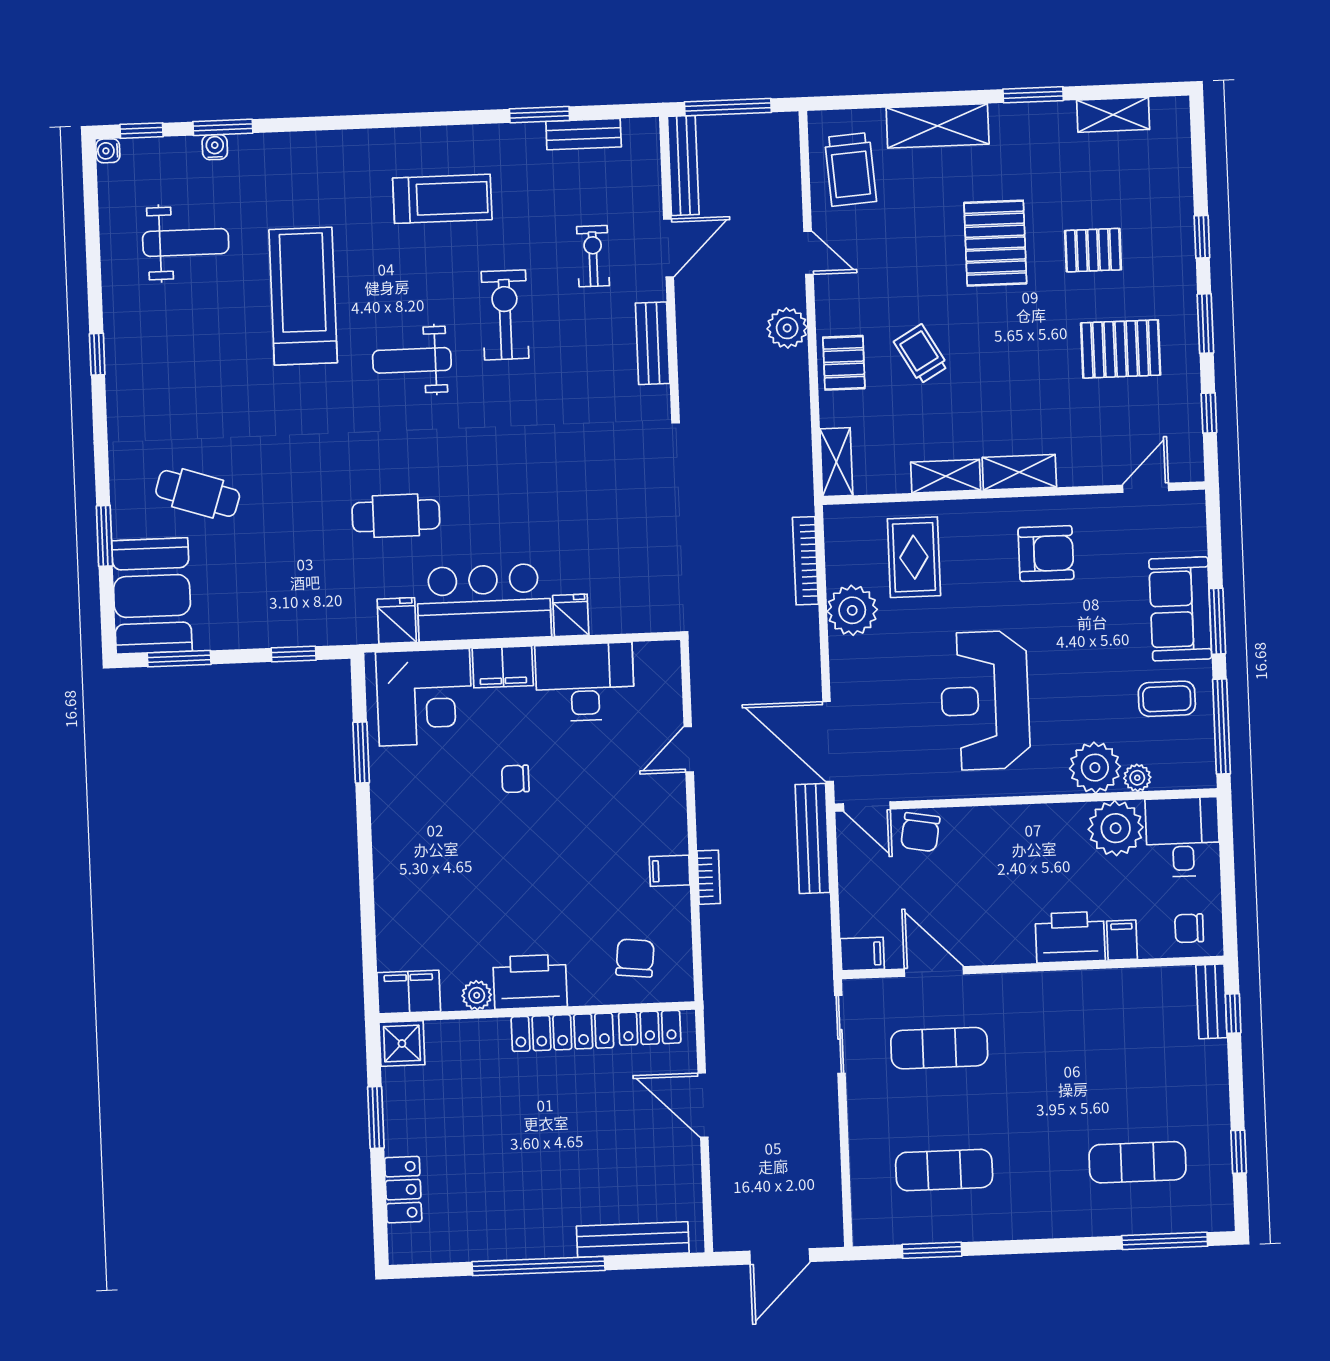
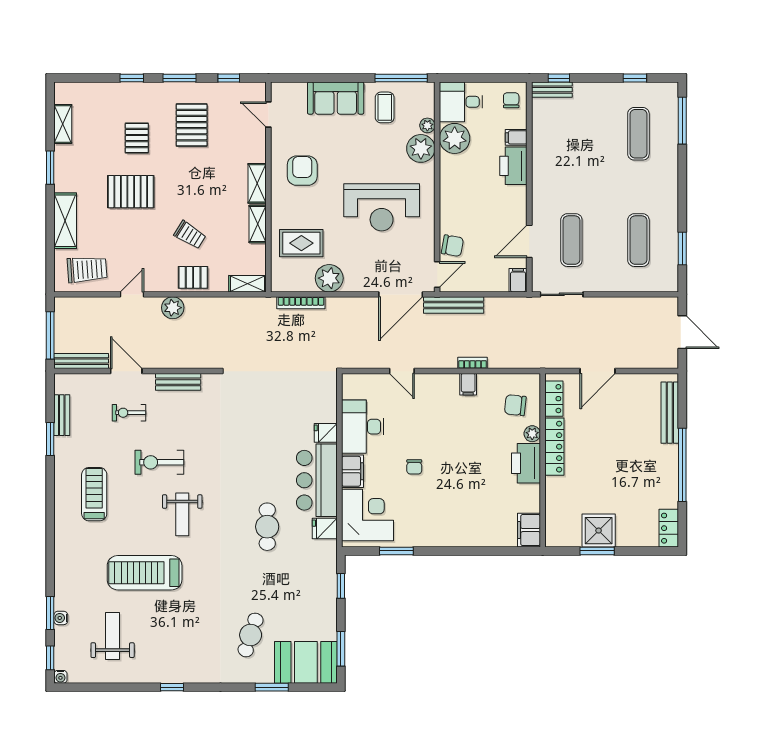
trolley: (921, 354) -> (190, 235), turned -118
window: (1217, 621) -> (343, 78), removed
chair: (1189, 928) -> (511, 100), turned 180
plant: (477, 995) -> (532, 434), moved
shower: (402, 1044) -> (599, 531), moved, width x1.36, depth x1.36
locker: (403, 1190) -> (669, 528), moved, turned -90

